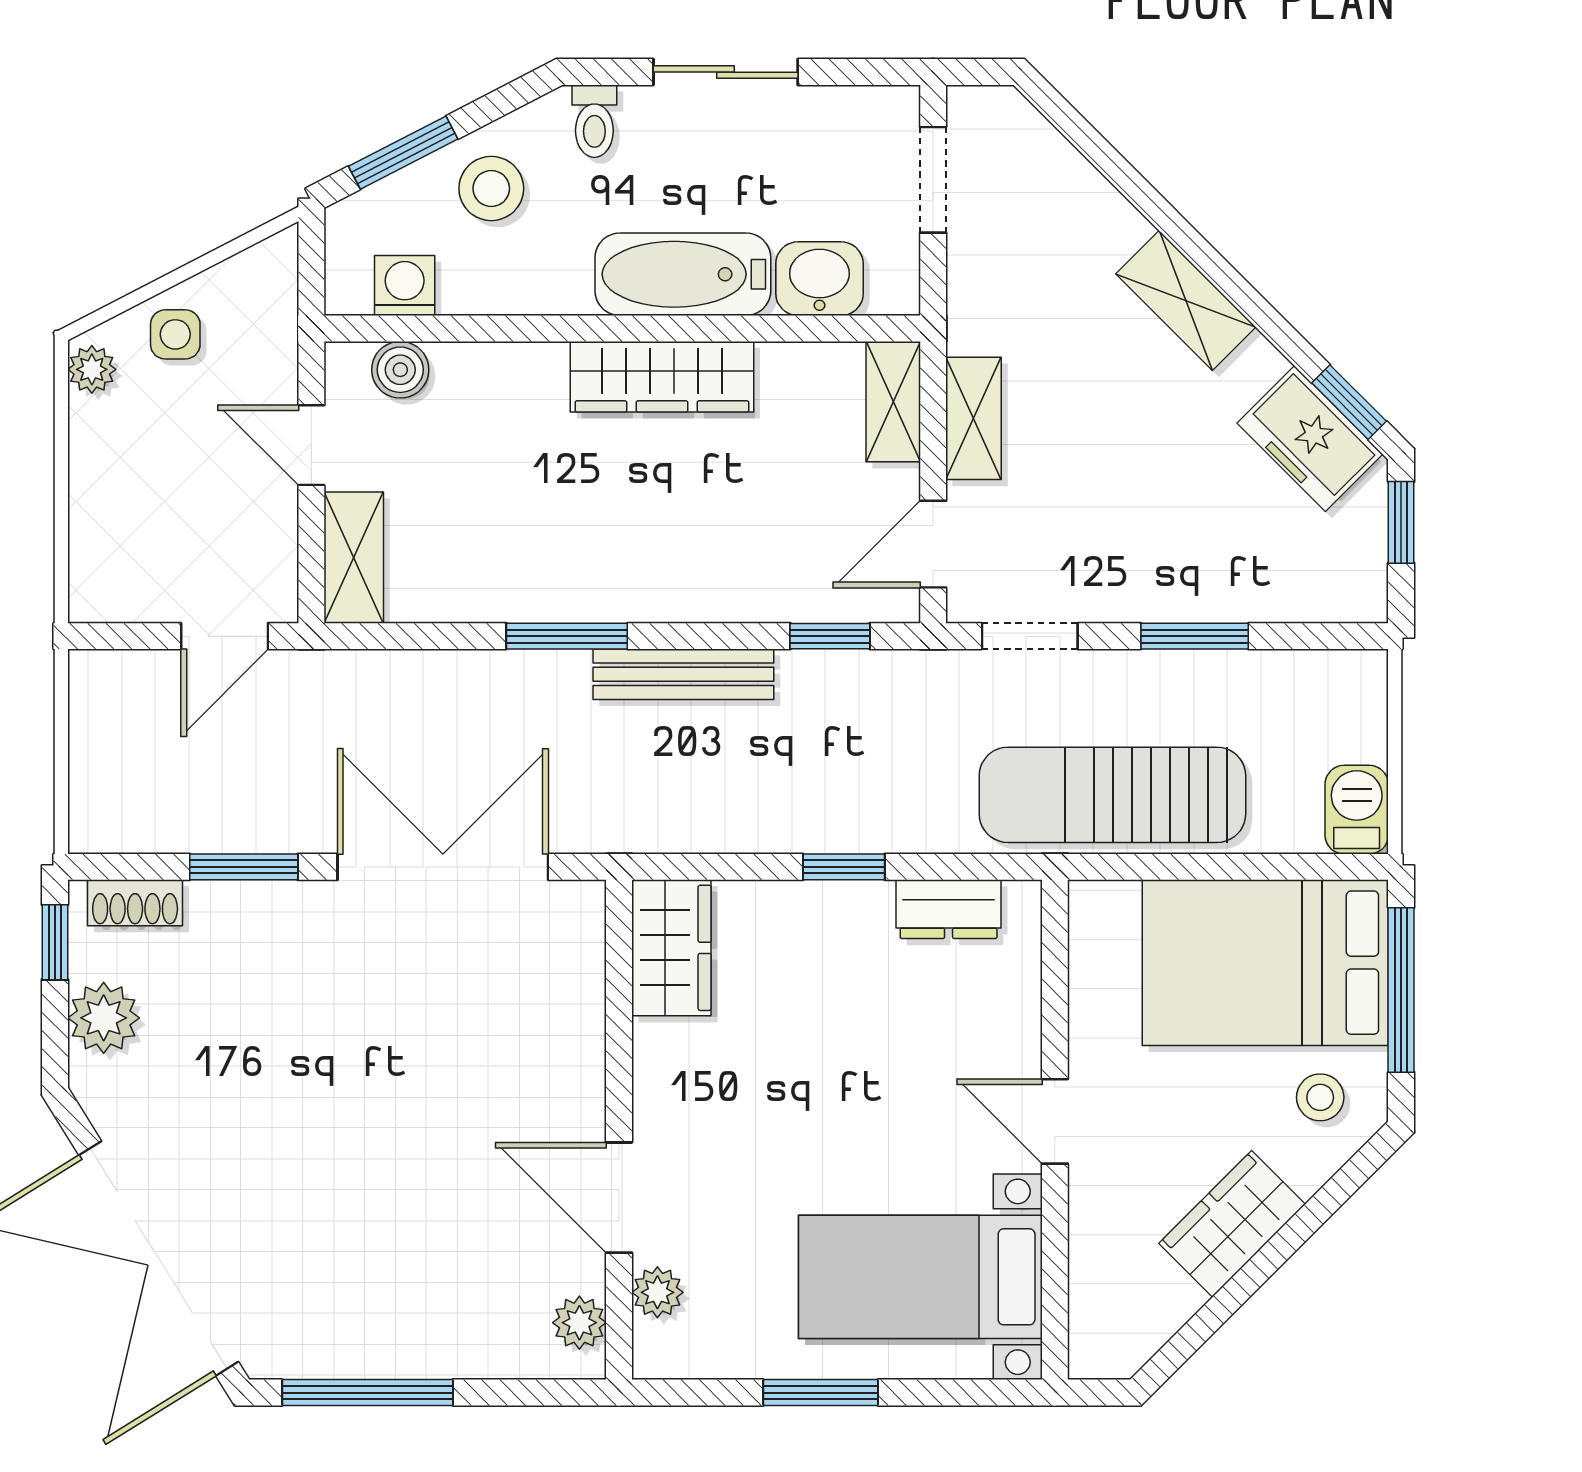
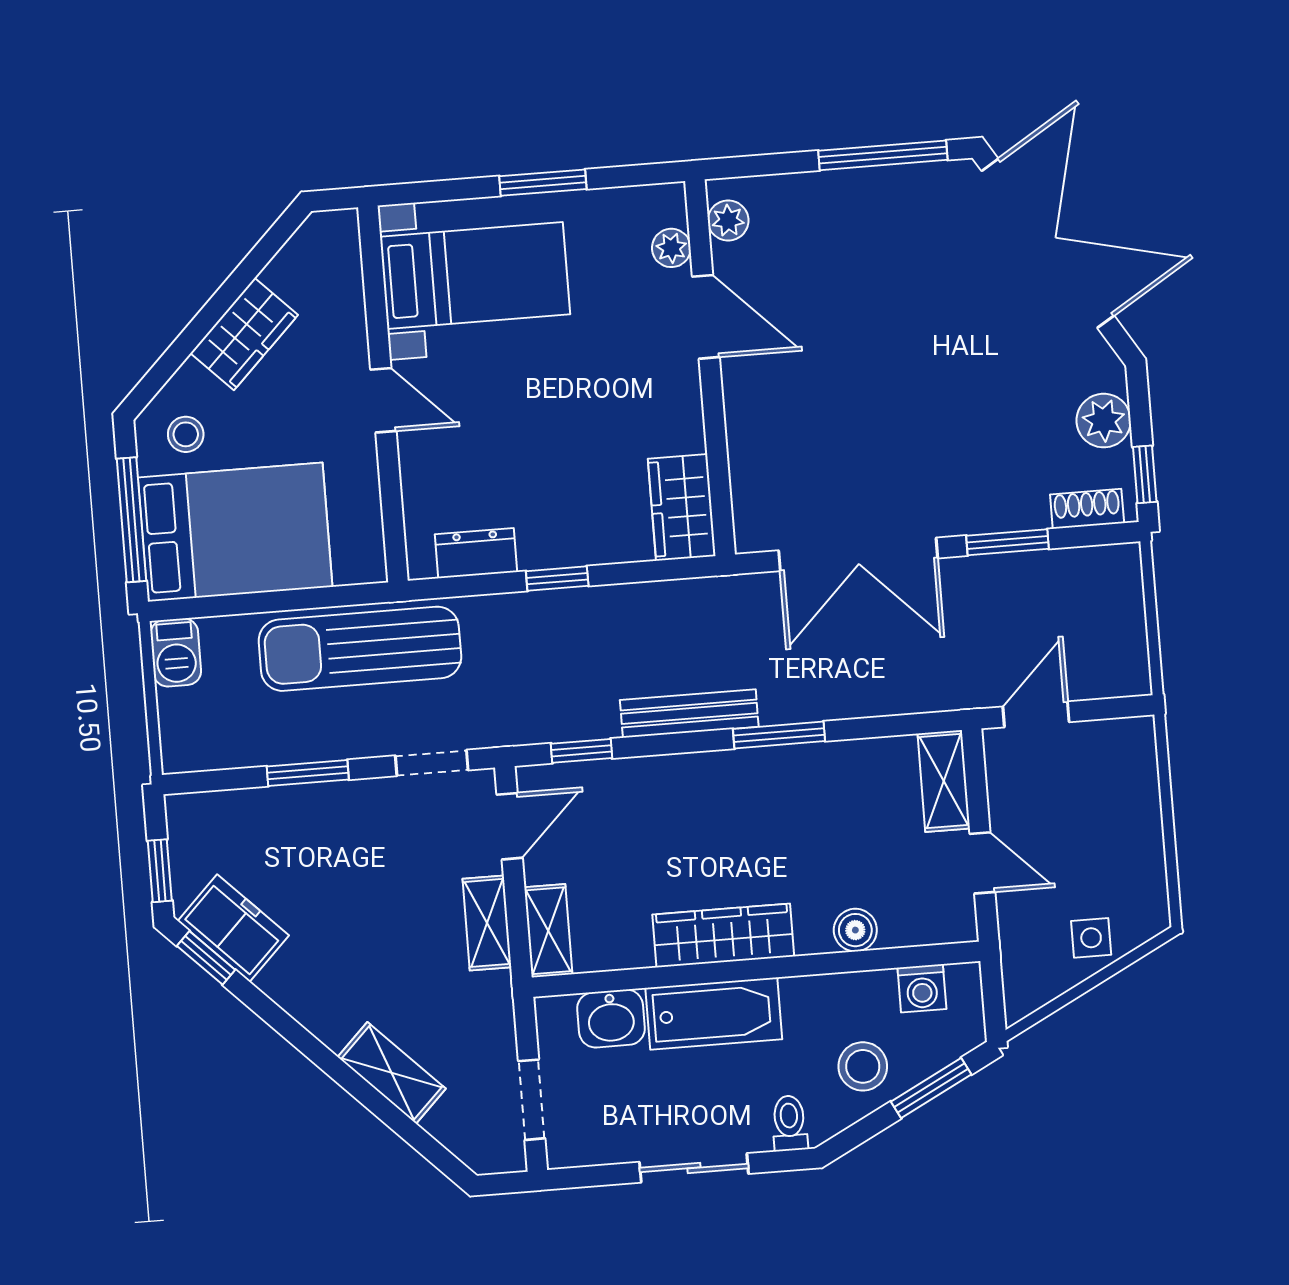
shelving: (1186, 300) -> (392, 1073), moved
plant: (92, 369) -> (1152, 907), removed
boiler: (400, 370) -> (855, 930), moved
sun lounger: (1112, 795) -> (360, 649), turned 180

